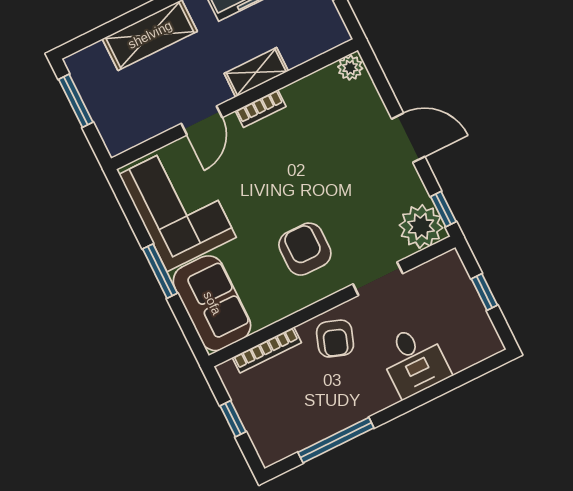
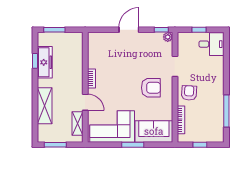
plant: (350, 68) -> (93, 38), removed
shelving: (256, 72) -> (77, 123), moved
plant: (421, 226) -> (168, 37), width x0.53, depth x0.53
armchair: (305, 249) -> (151, 88), turned 180
armchair: (335, 339) -> (189, 93), turned -106
desk: (414, 361) -> (212, 44), moved

